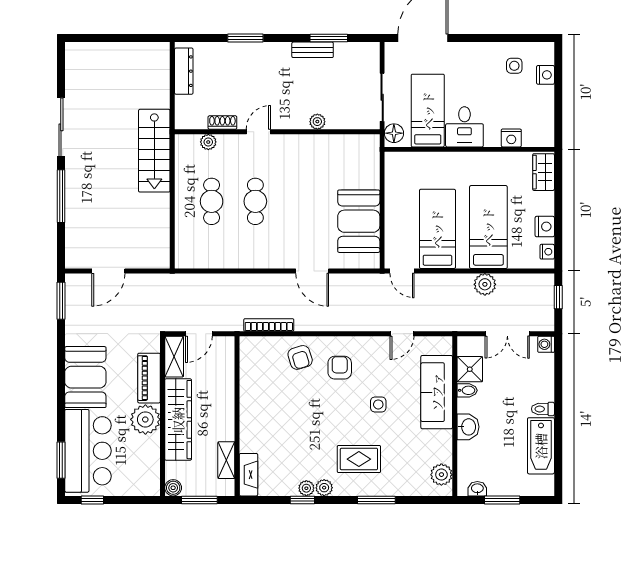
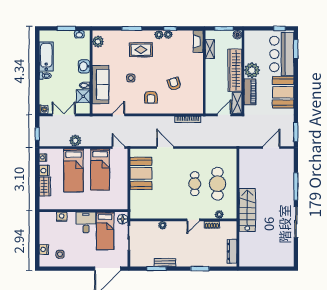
wardrobe: (544, 172) -> (45, 186), moved
cafe table: (212, 201) -> (218, 184), width x1.37, depth x1.35
armchair: (300, 357) -> (174, 84), moved

